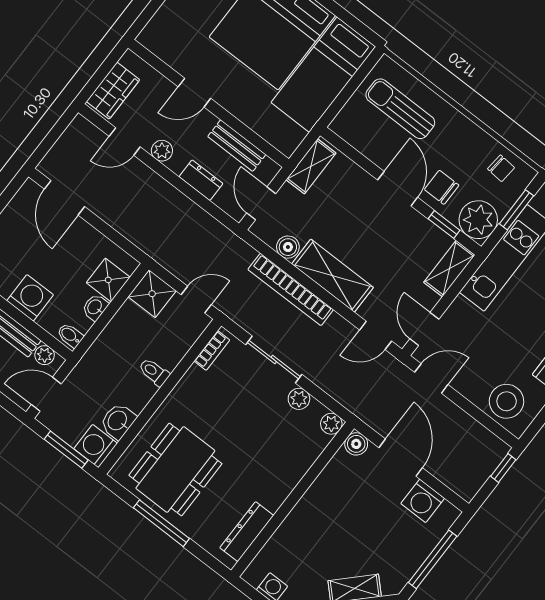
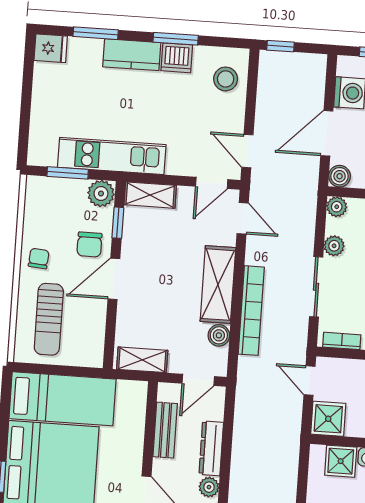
chair: (501, 168) -> (39, 259), moved
dresser: (201, 180) -> (211, 448), width x1.44
plant: (478, 220) -> (101, 194), width x0.73, depth x0.73
stool: (507, 401) -> (226, 79), width x0.73, depth x0.73

